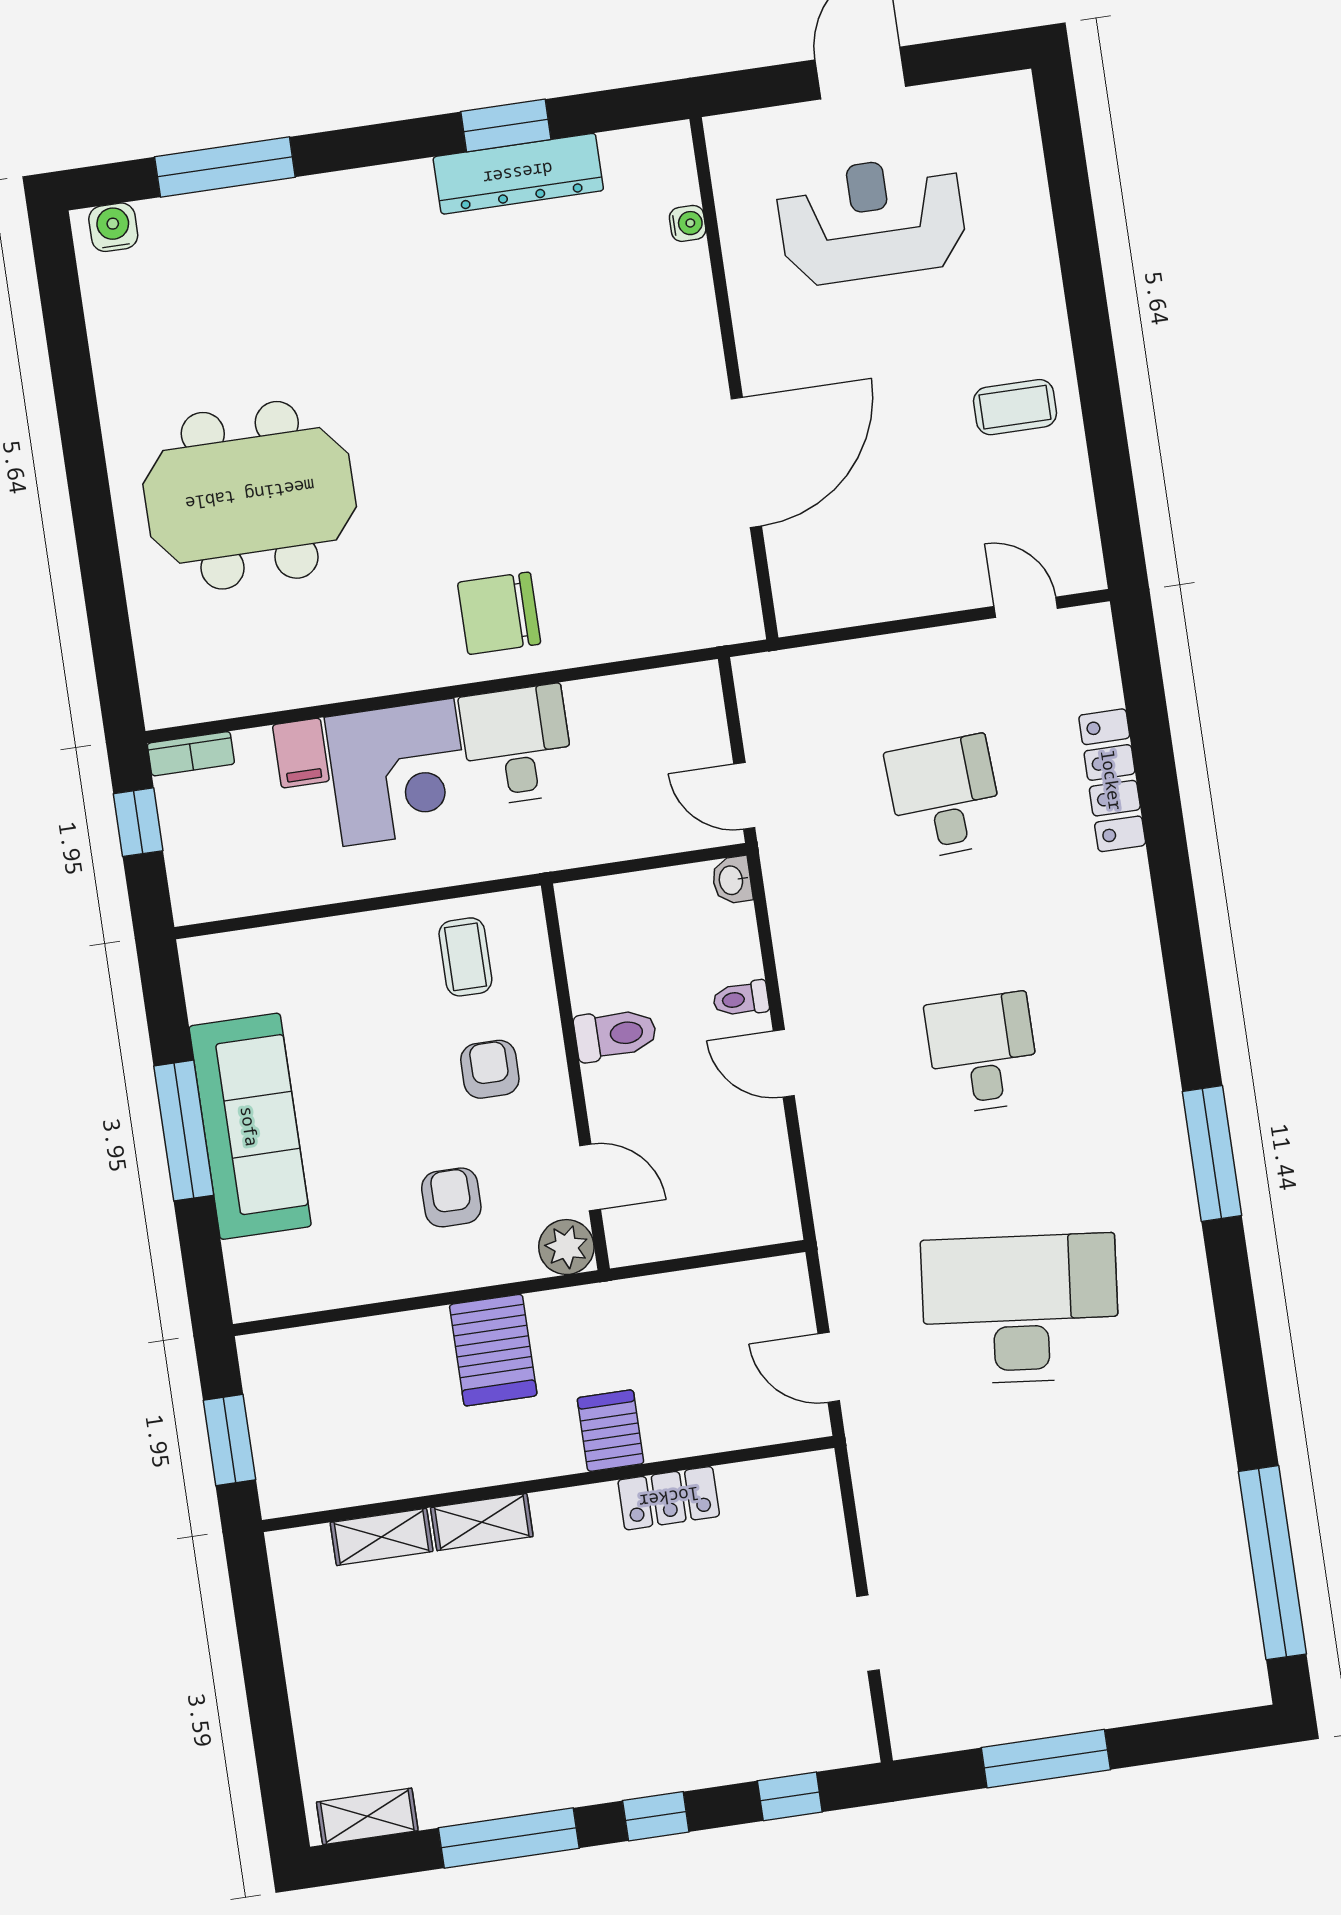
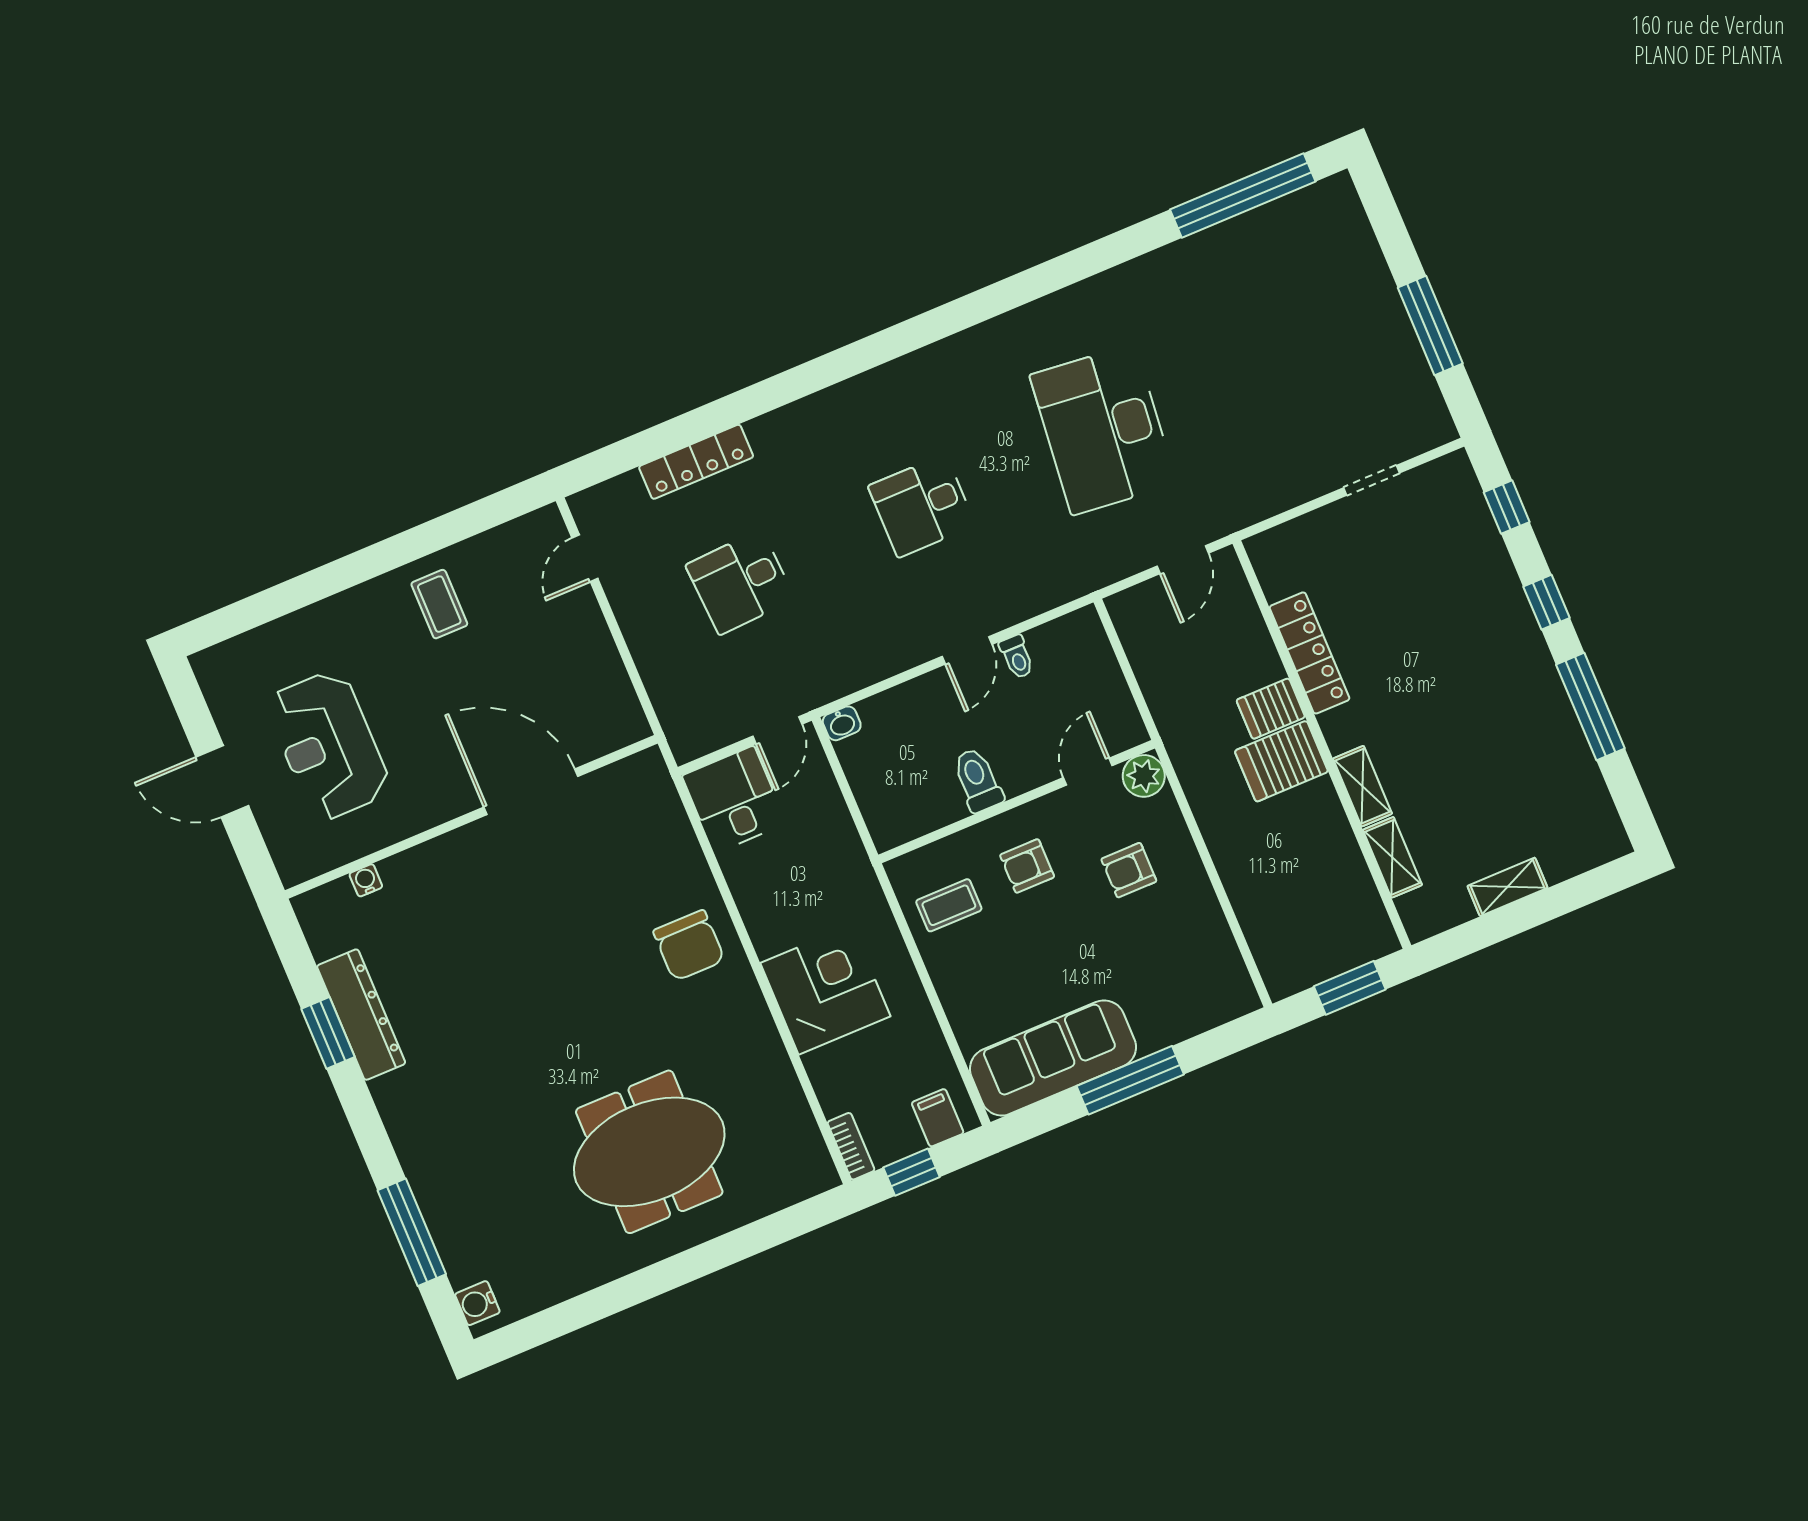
meeting table: (250, 495) -> (649, 1152), turned 90
desk: (517, 745) -> (734, 799), moved, turned 90
filing cabinet: (301, 753) -> (938, 1118), moved, turned -90
toilet: (741, 999) -> (1017, 657), moved
sofa: (250, 1126) -> (1053, 1058), moved
window: (1212, 1153) -> (952, 317), removed
server rack: (493, 1350) -> (1281, 761), moved, turned 180
locker: (669, 1498) -> (1310, 653), width x1.53
shelving: (367, 1816) -> (1508, 887), moved, turned 90

